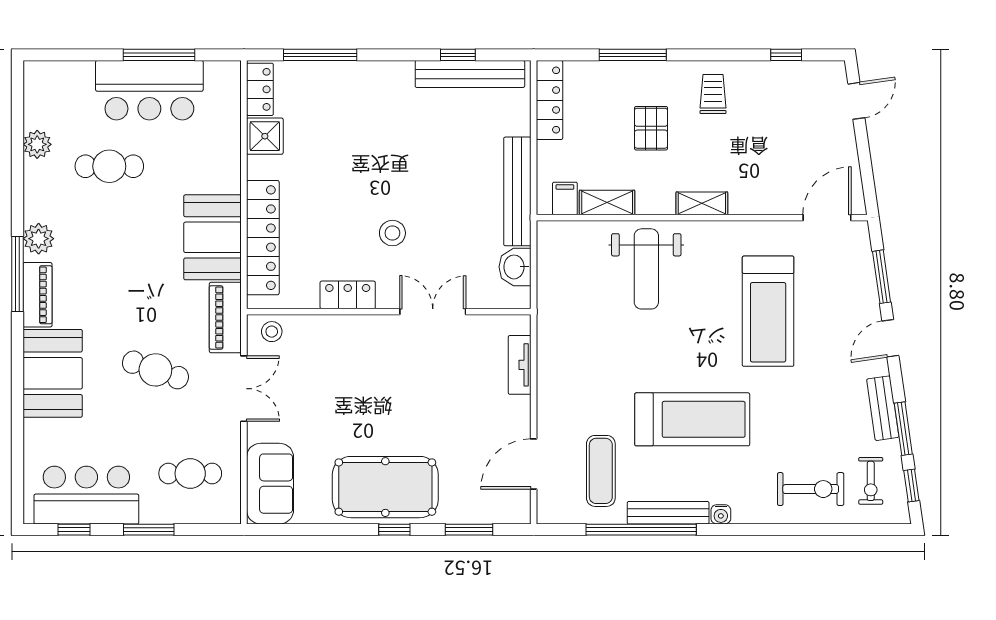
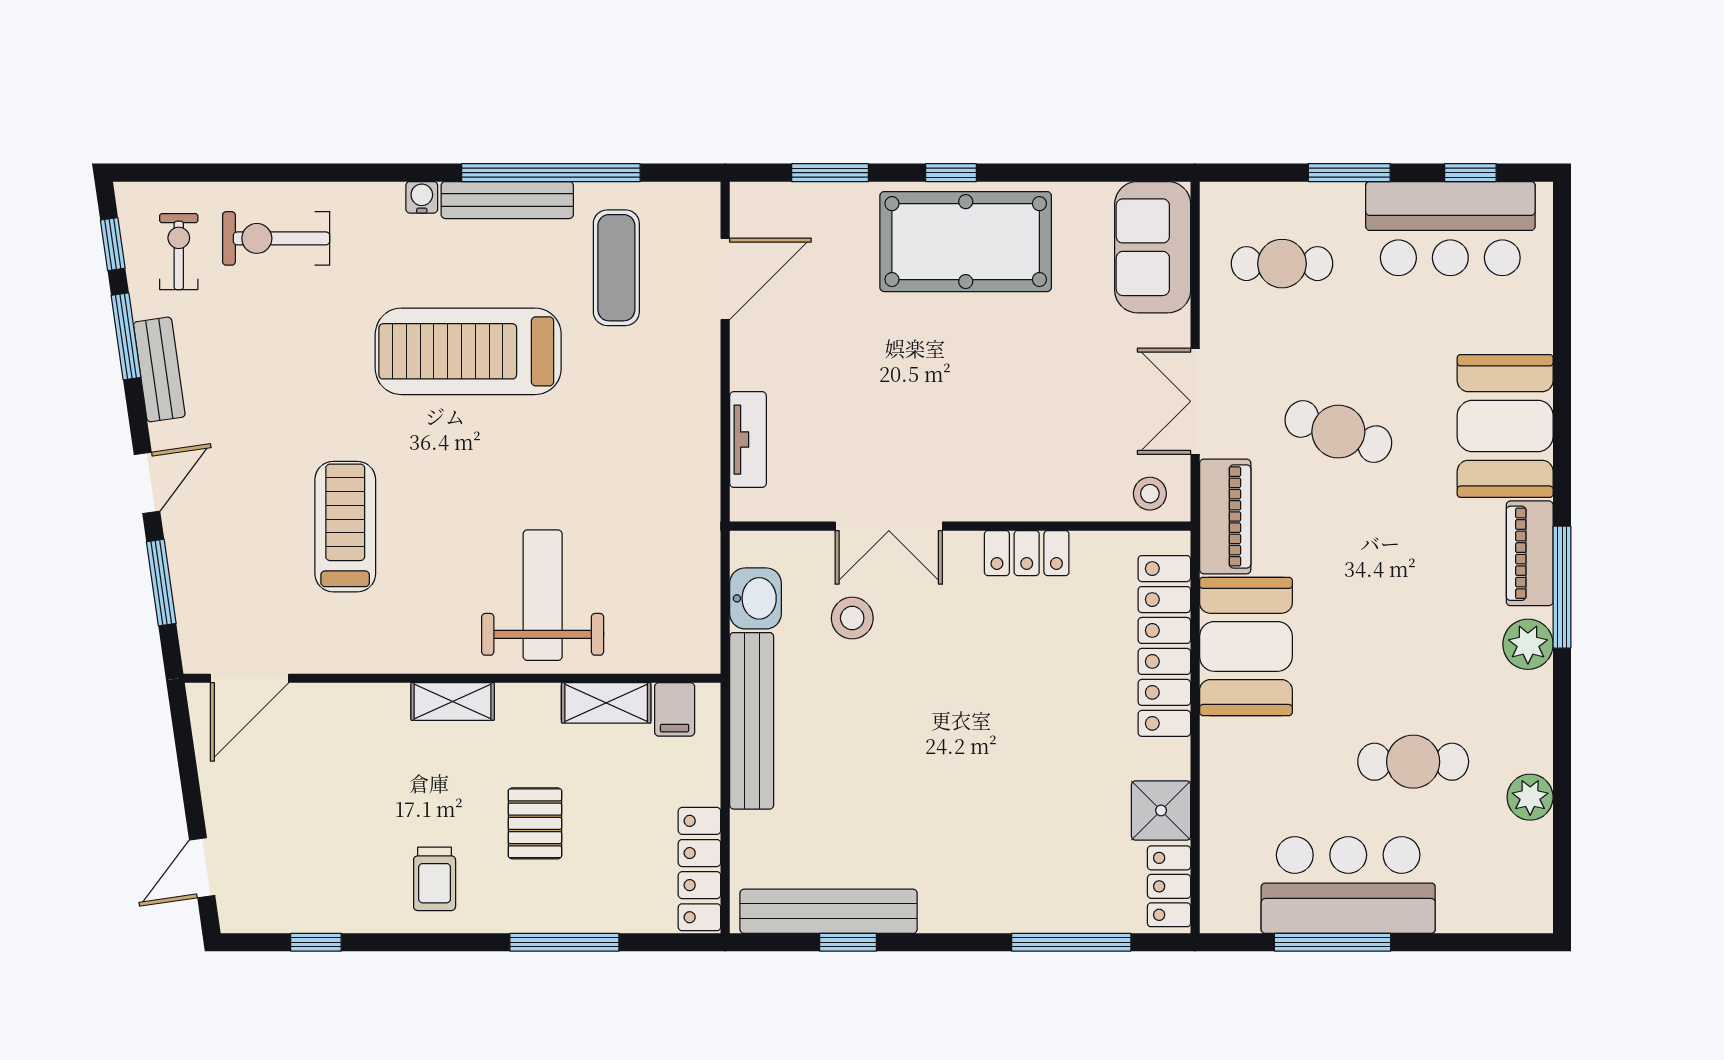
stool: (392, 233) -> (852, 618), moved
treadmill: (768, 311) -> (345, 527), width x0.73, depth x0.73

